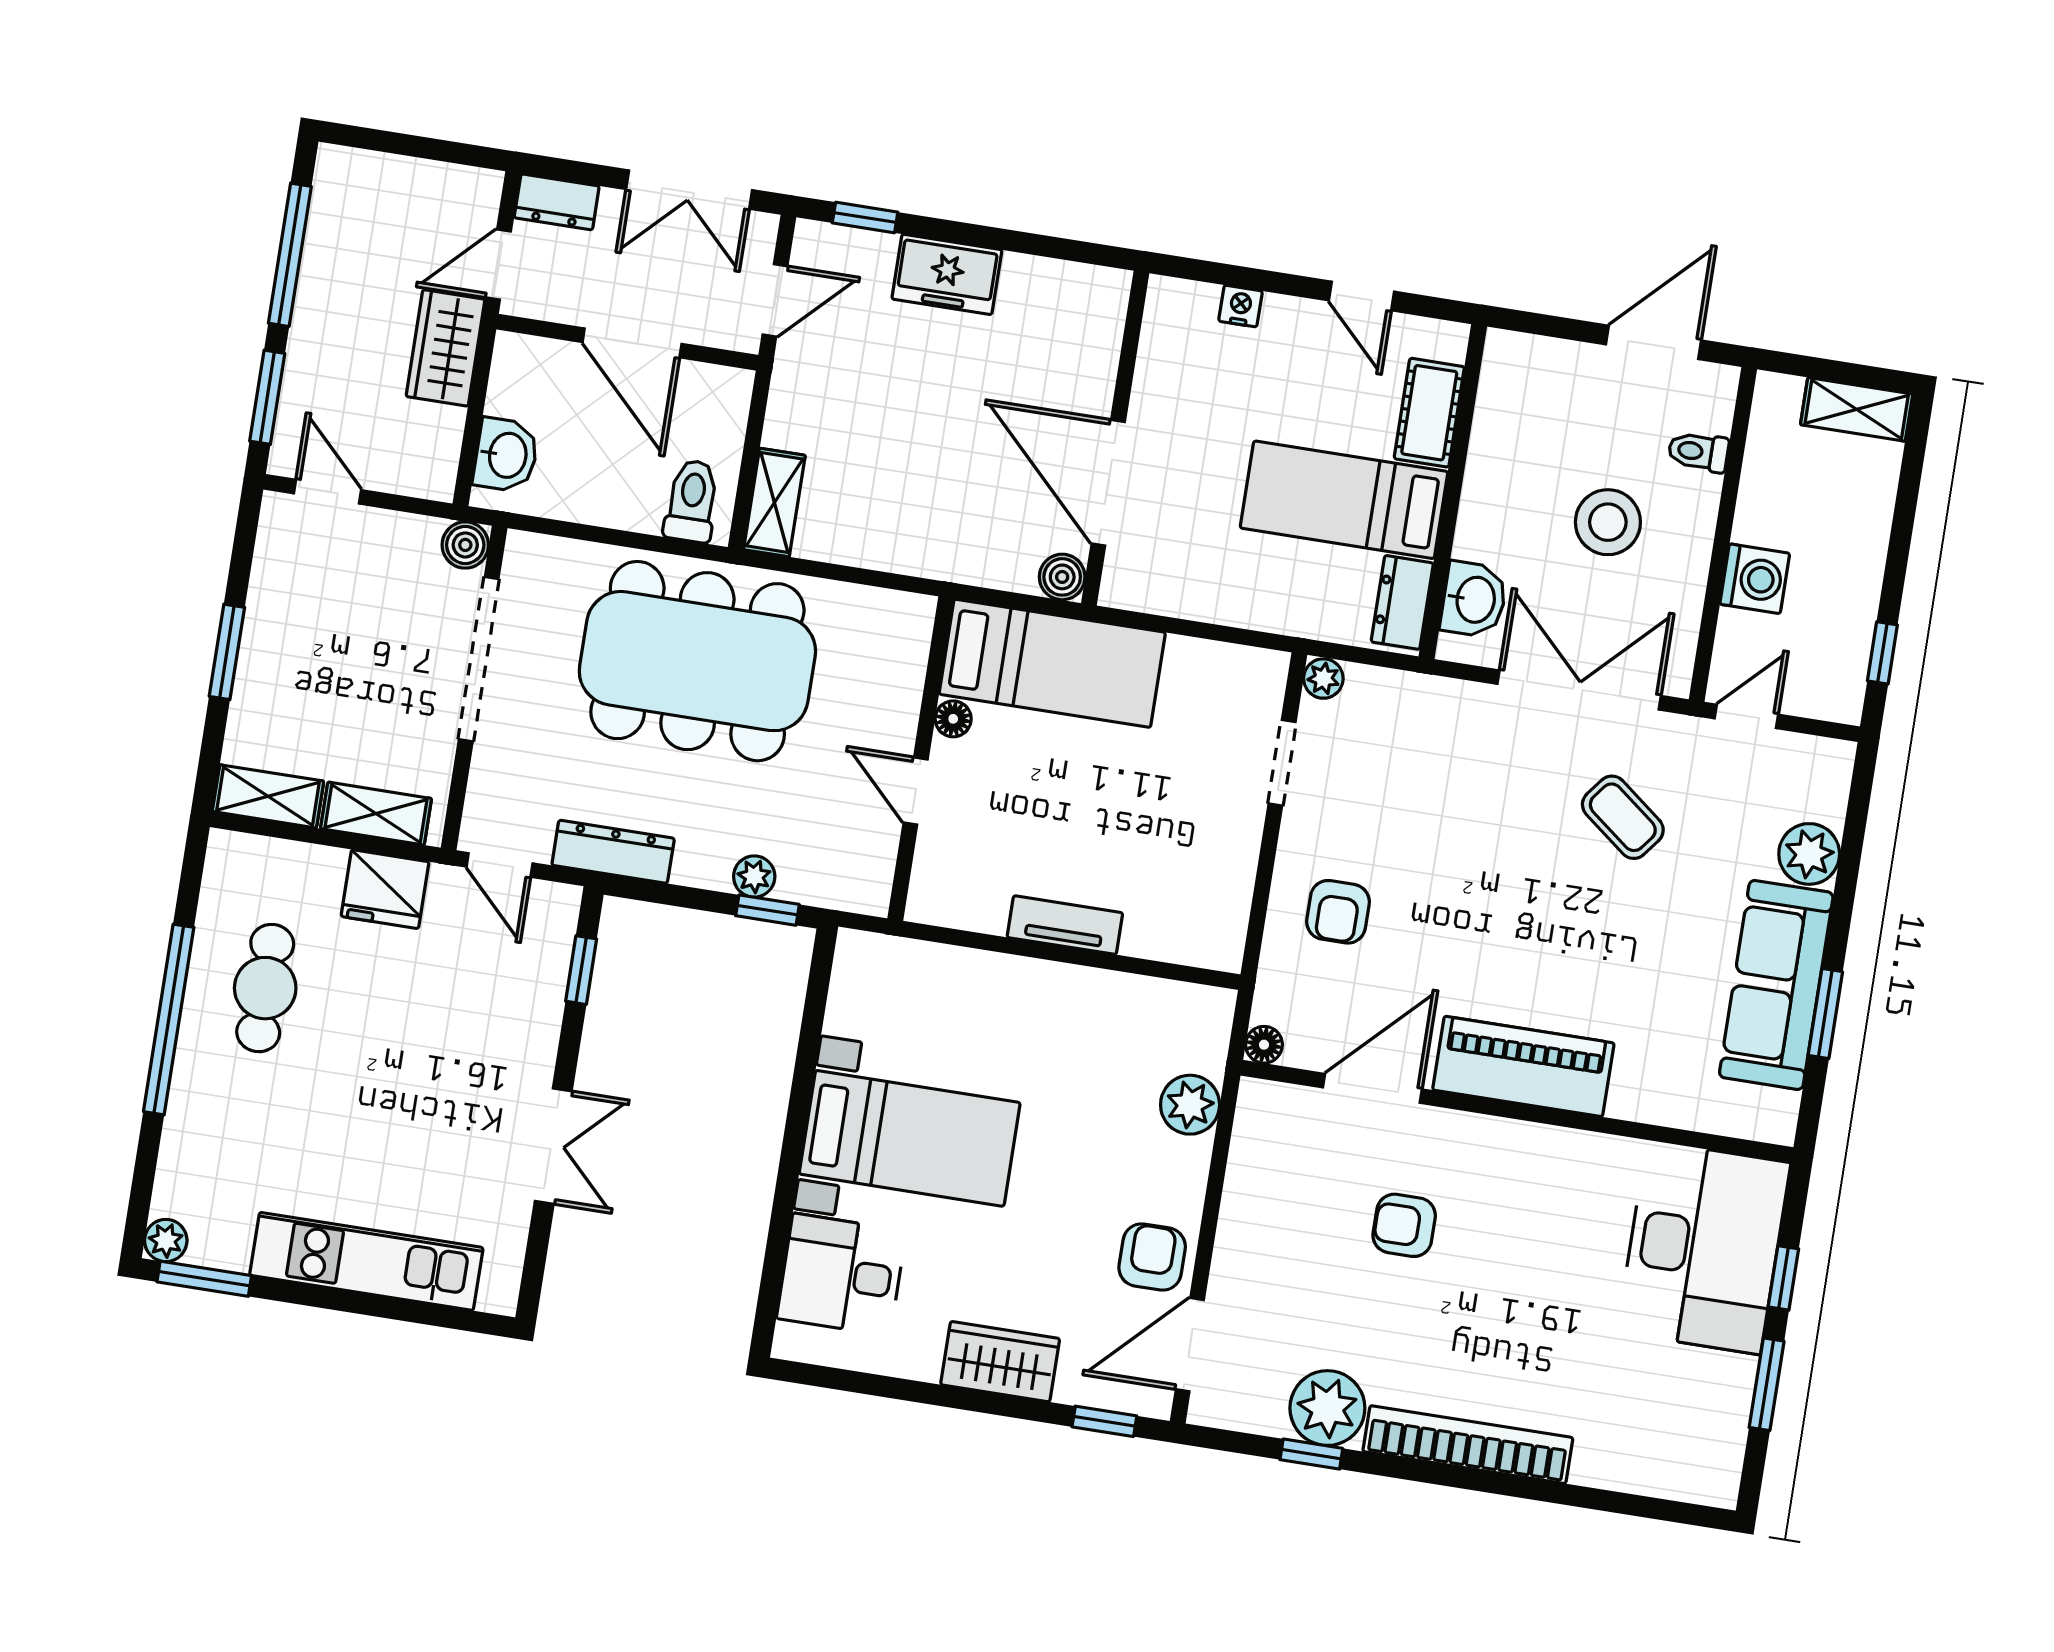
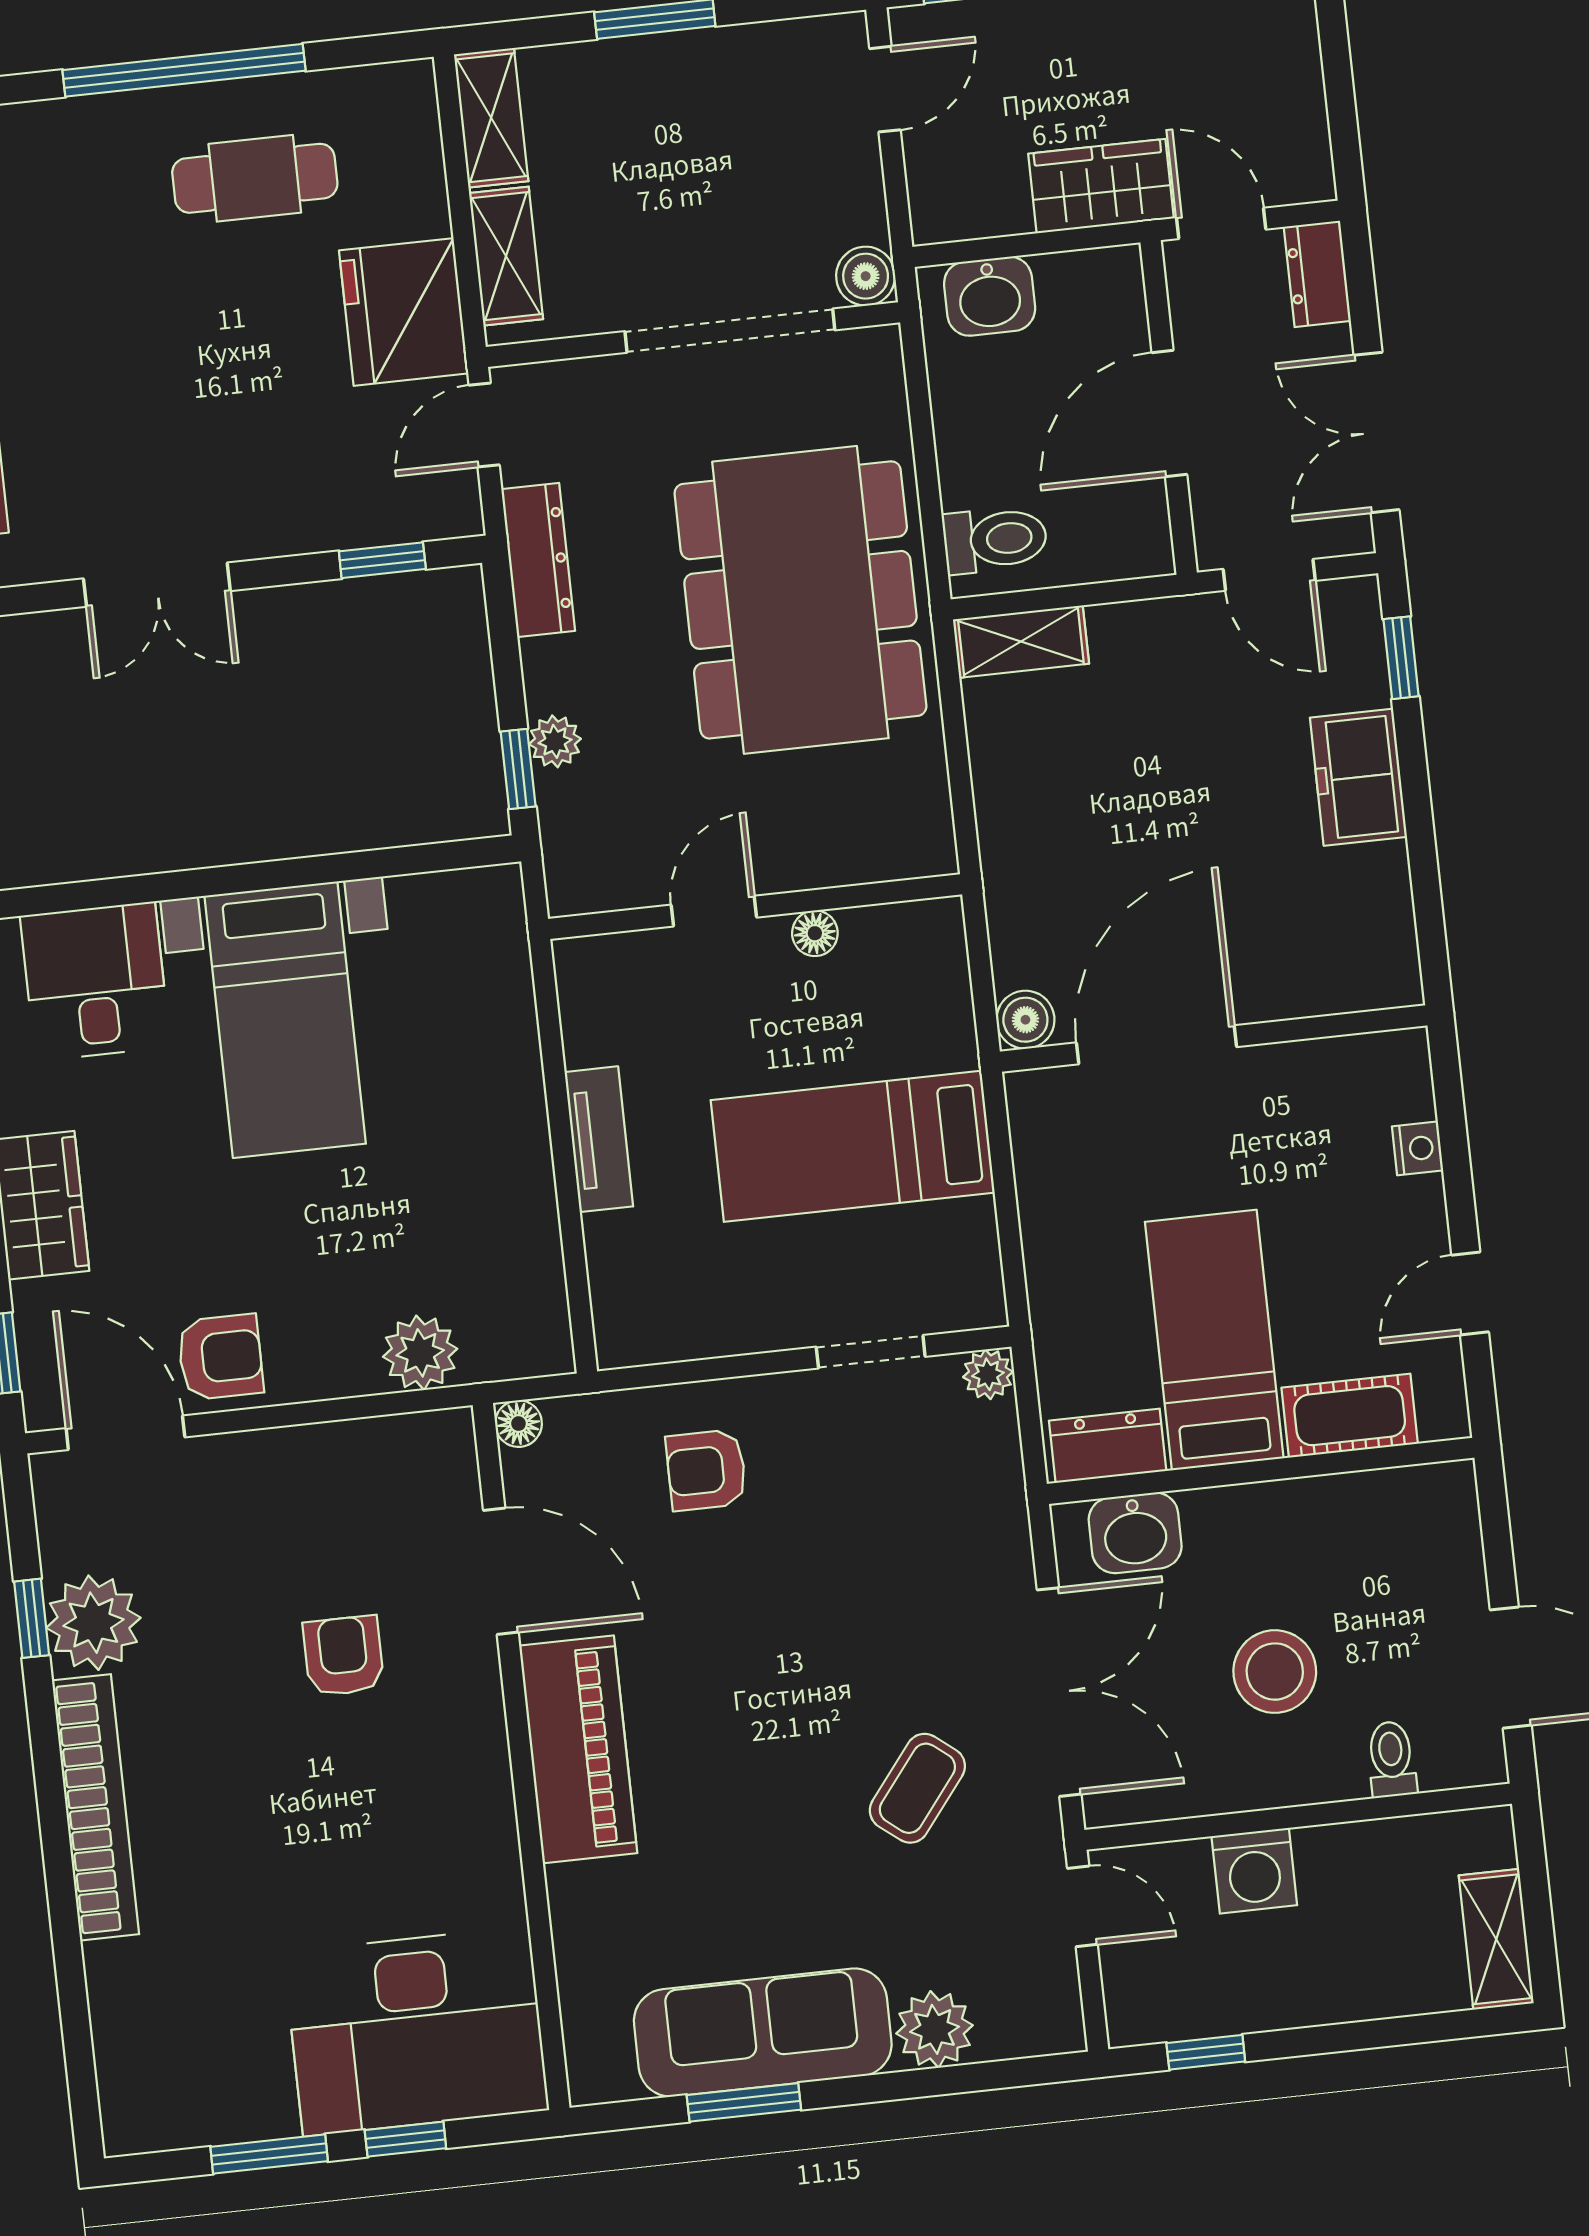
bed: (1052, 663) -> (853, 1146), moved, turned 90
fridge: (385, 889) -> (404, 312), width x1.36, depth x1.34

